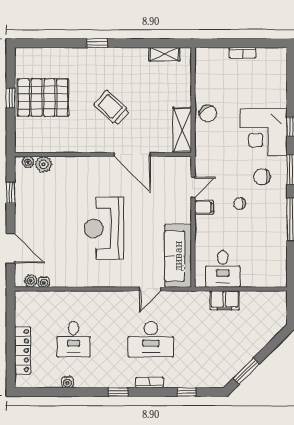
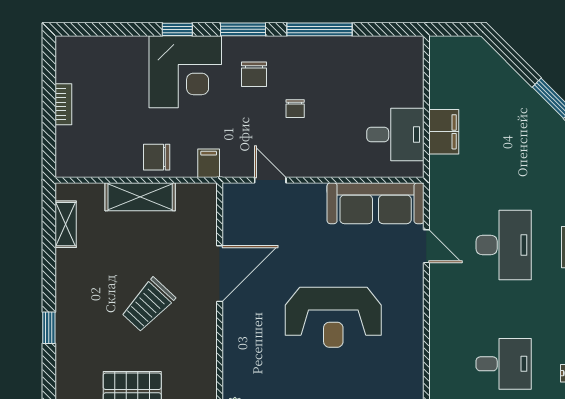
chair: (208, 113) -> (157, 157), turned -146
shelving: (182, 130) -> (140, 197), moved
filing cabinet: (204, 207) -> (209, 163), moved

